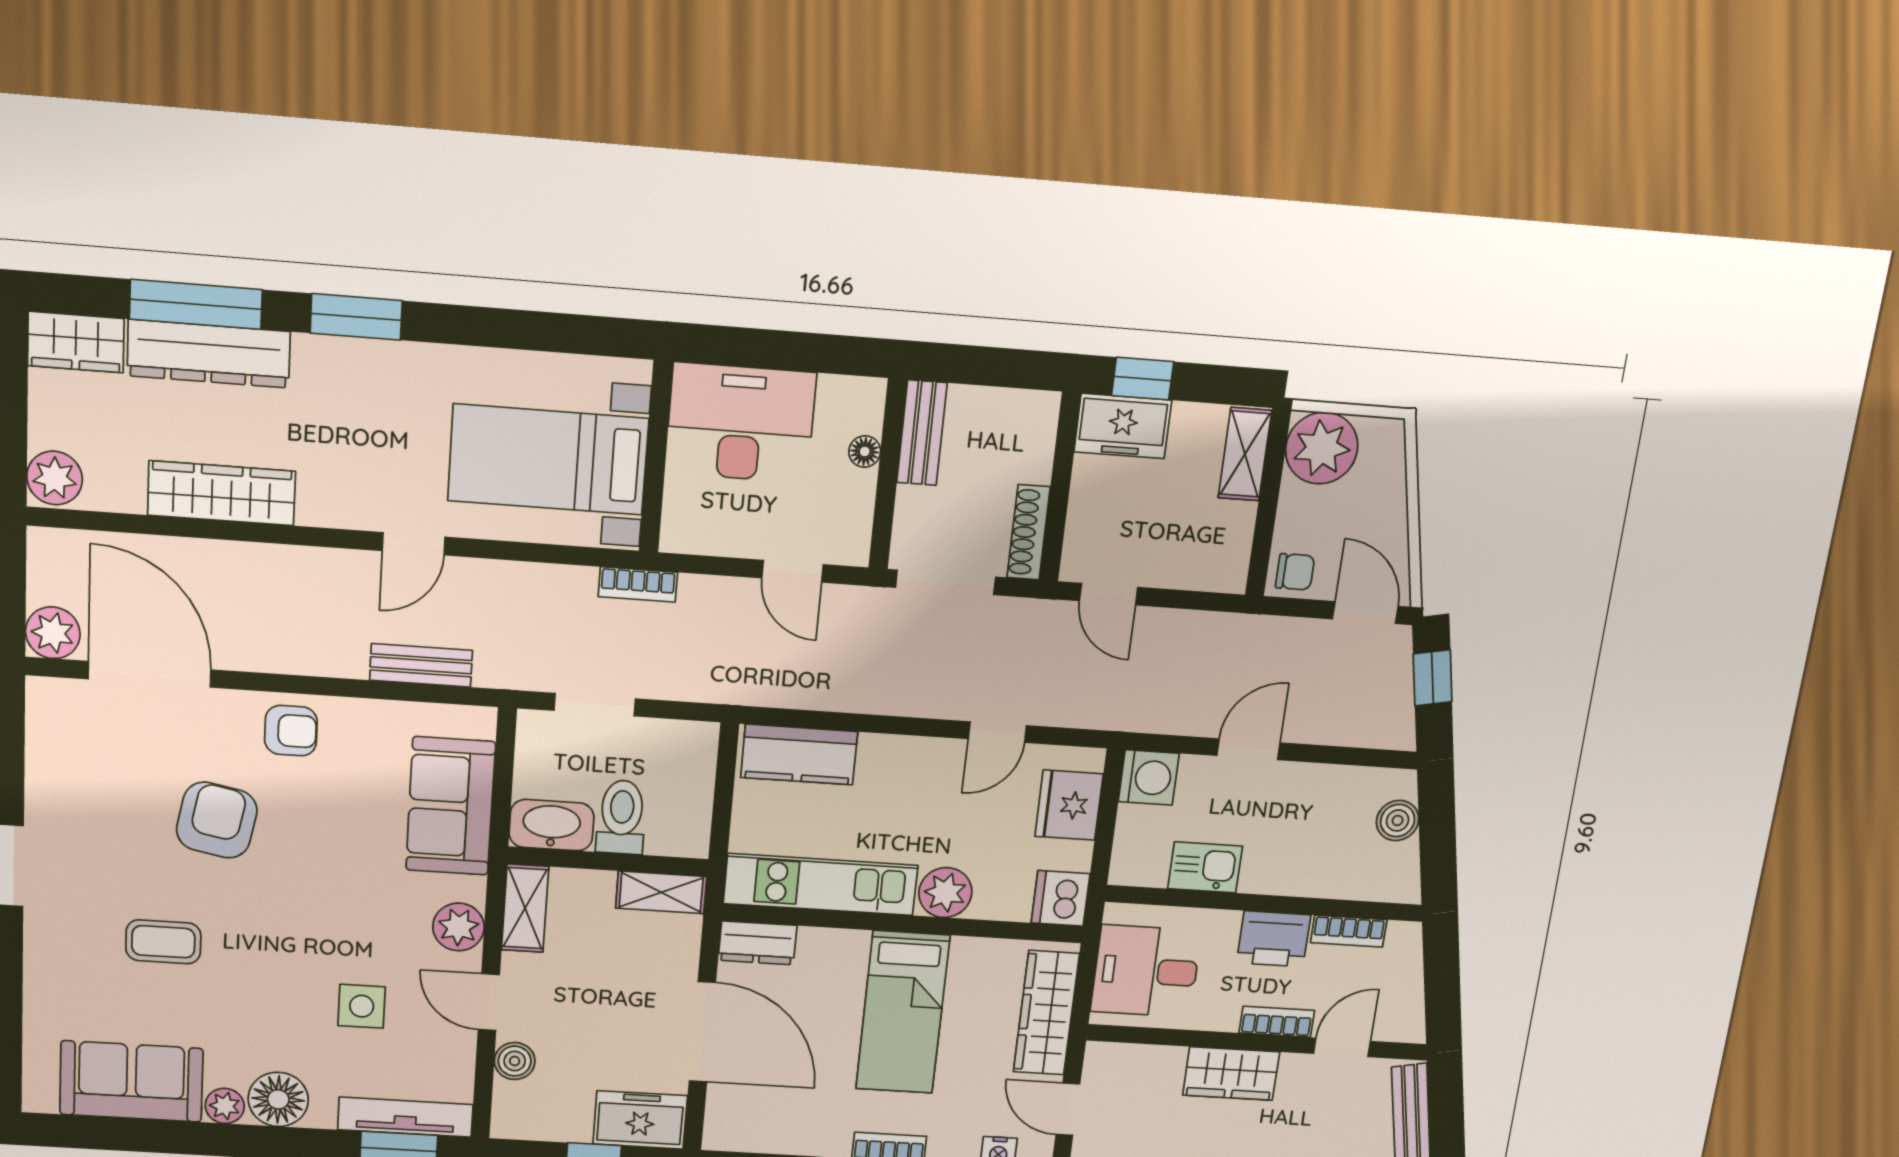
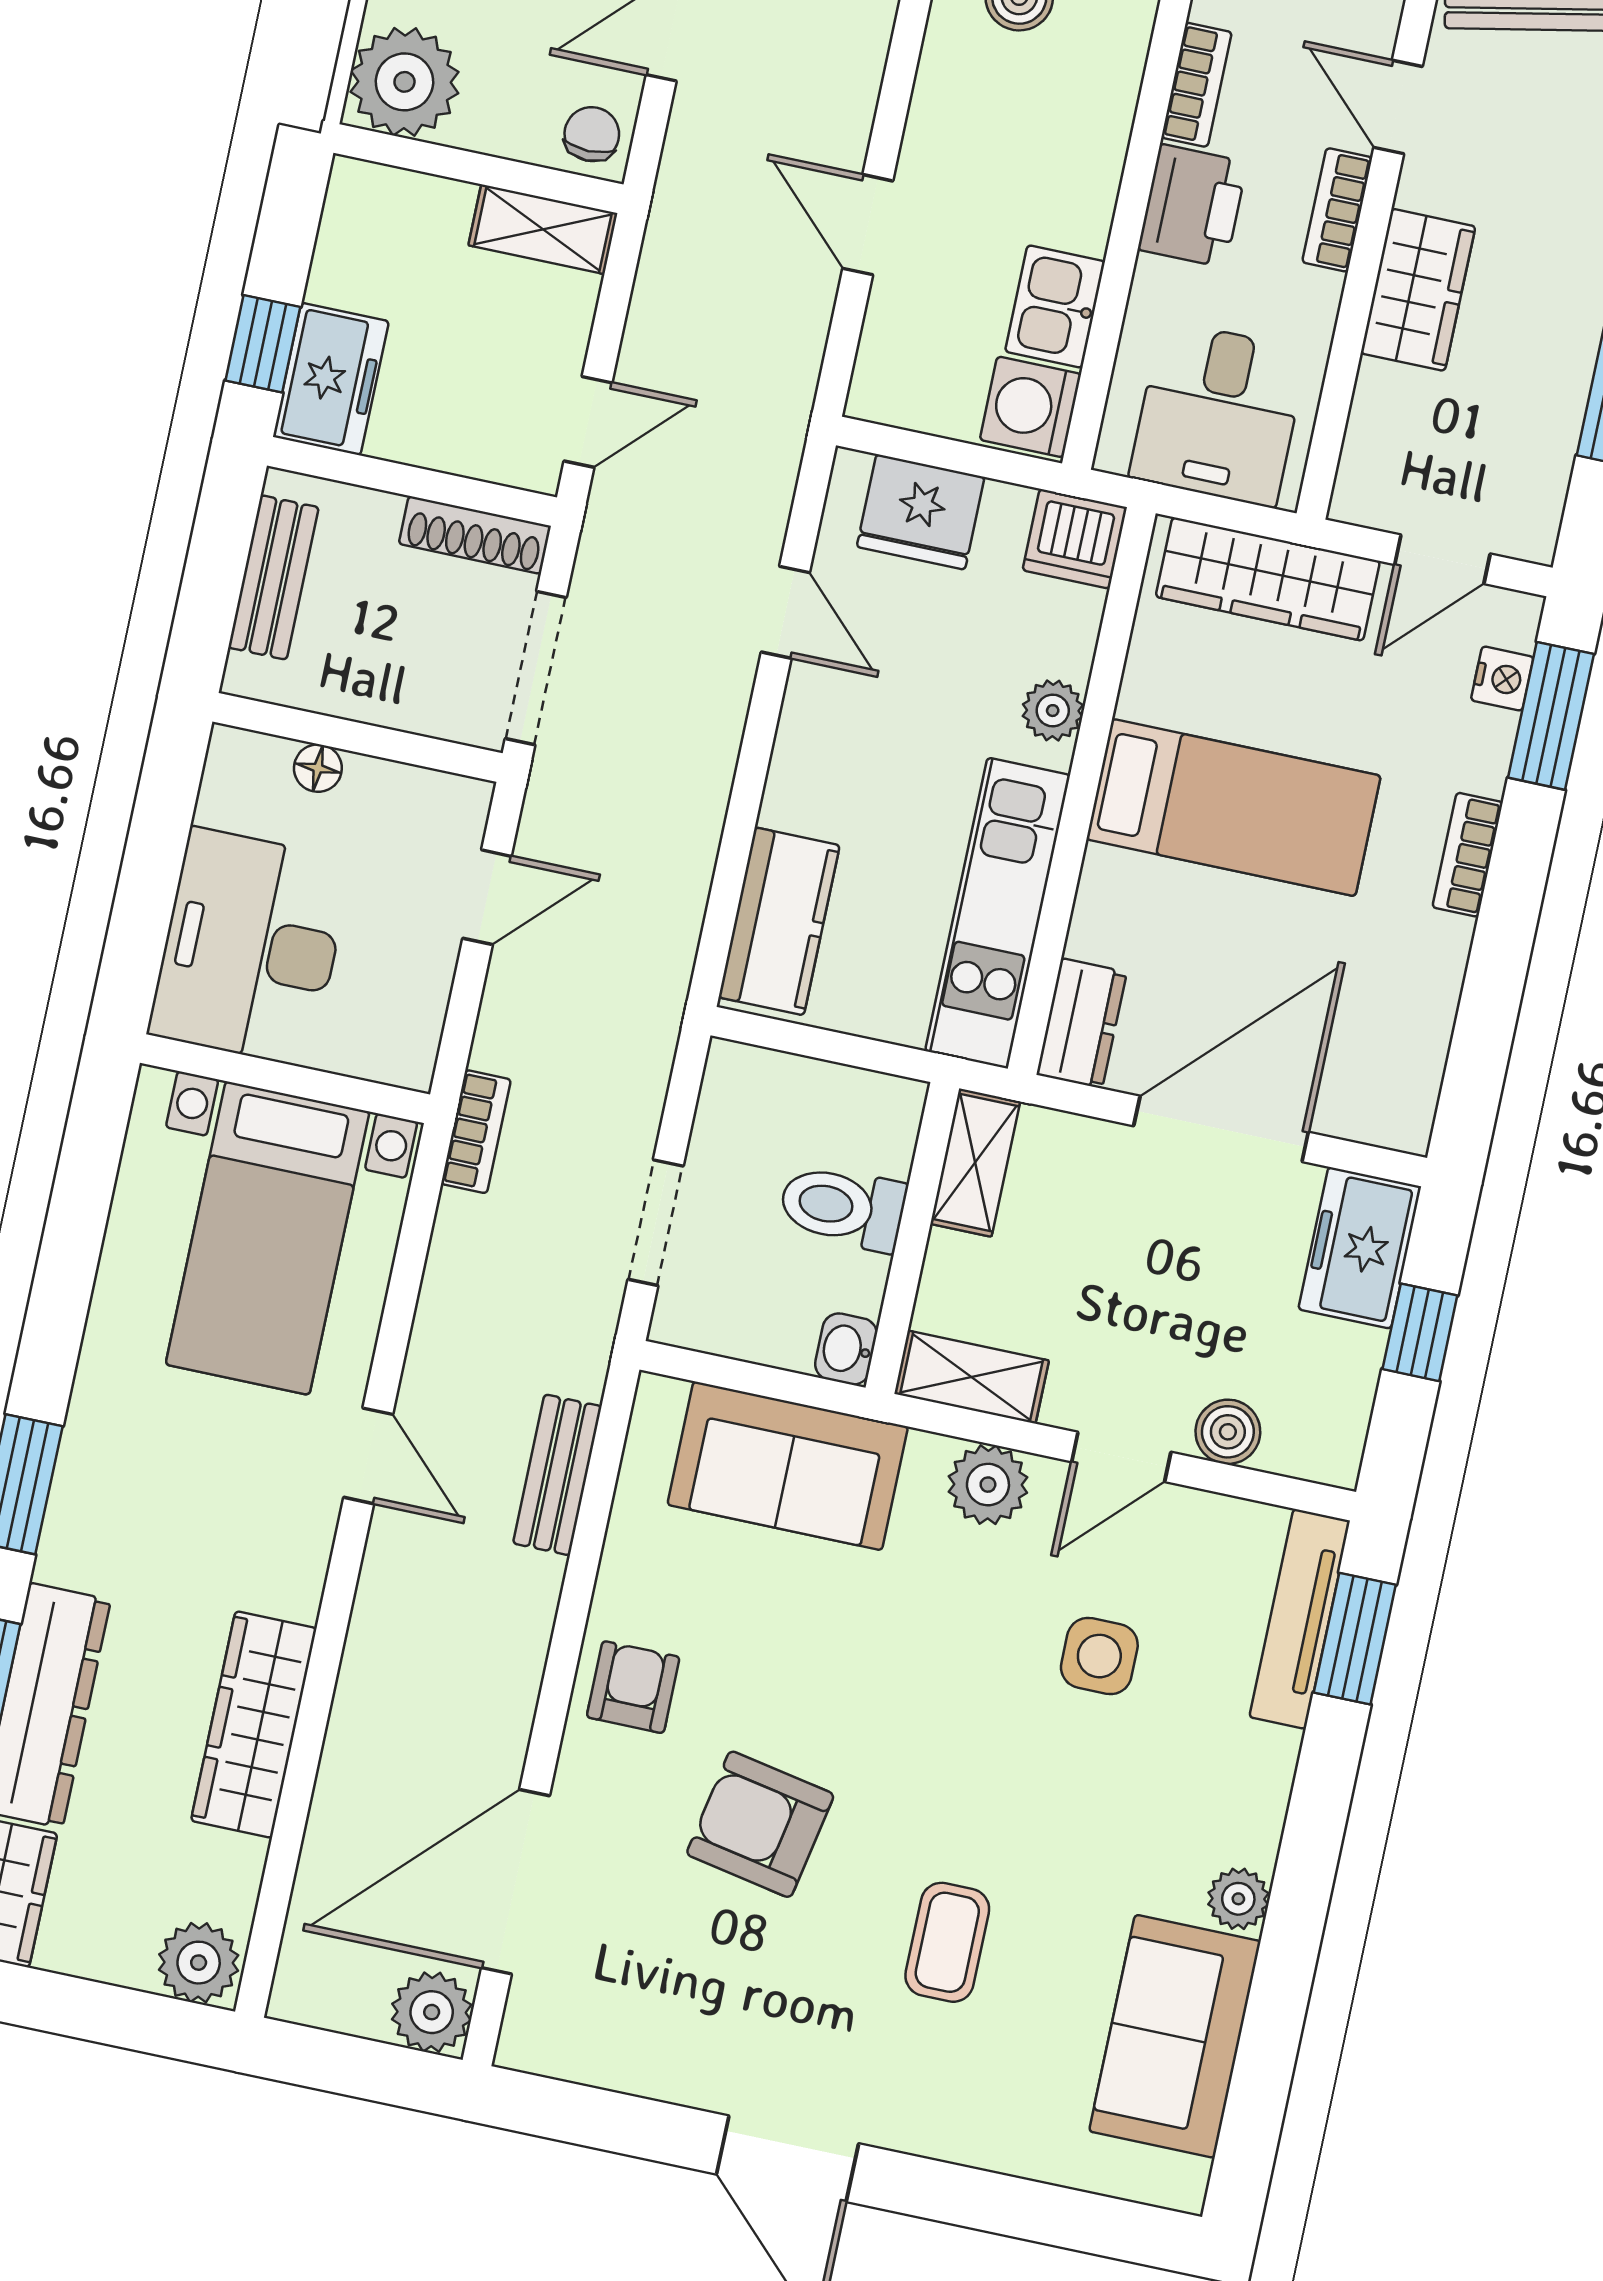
bench: (922, 433) -> (273, 577), moved, turned 90
shelving: (1245, 454) -> (543, 229), moved
washing machine: (1149, 778) -> (1030, 407), moved, turned -90
washbasin: (551, 825) -> (846, 1349), width x0.52, depth x0.69
plant: (945, 893) -> (1053, 711), width x0.73, depth x0.73
floor lamp: (278, 1099) -> (1239, 1813), removed

